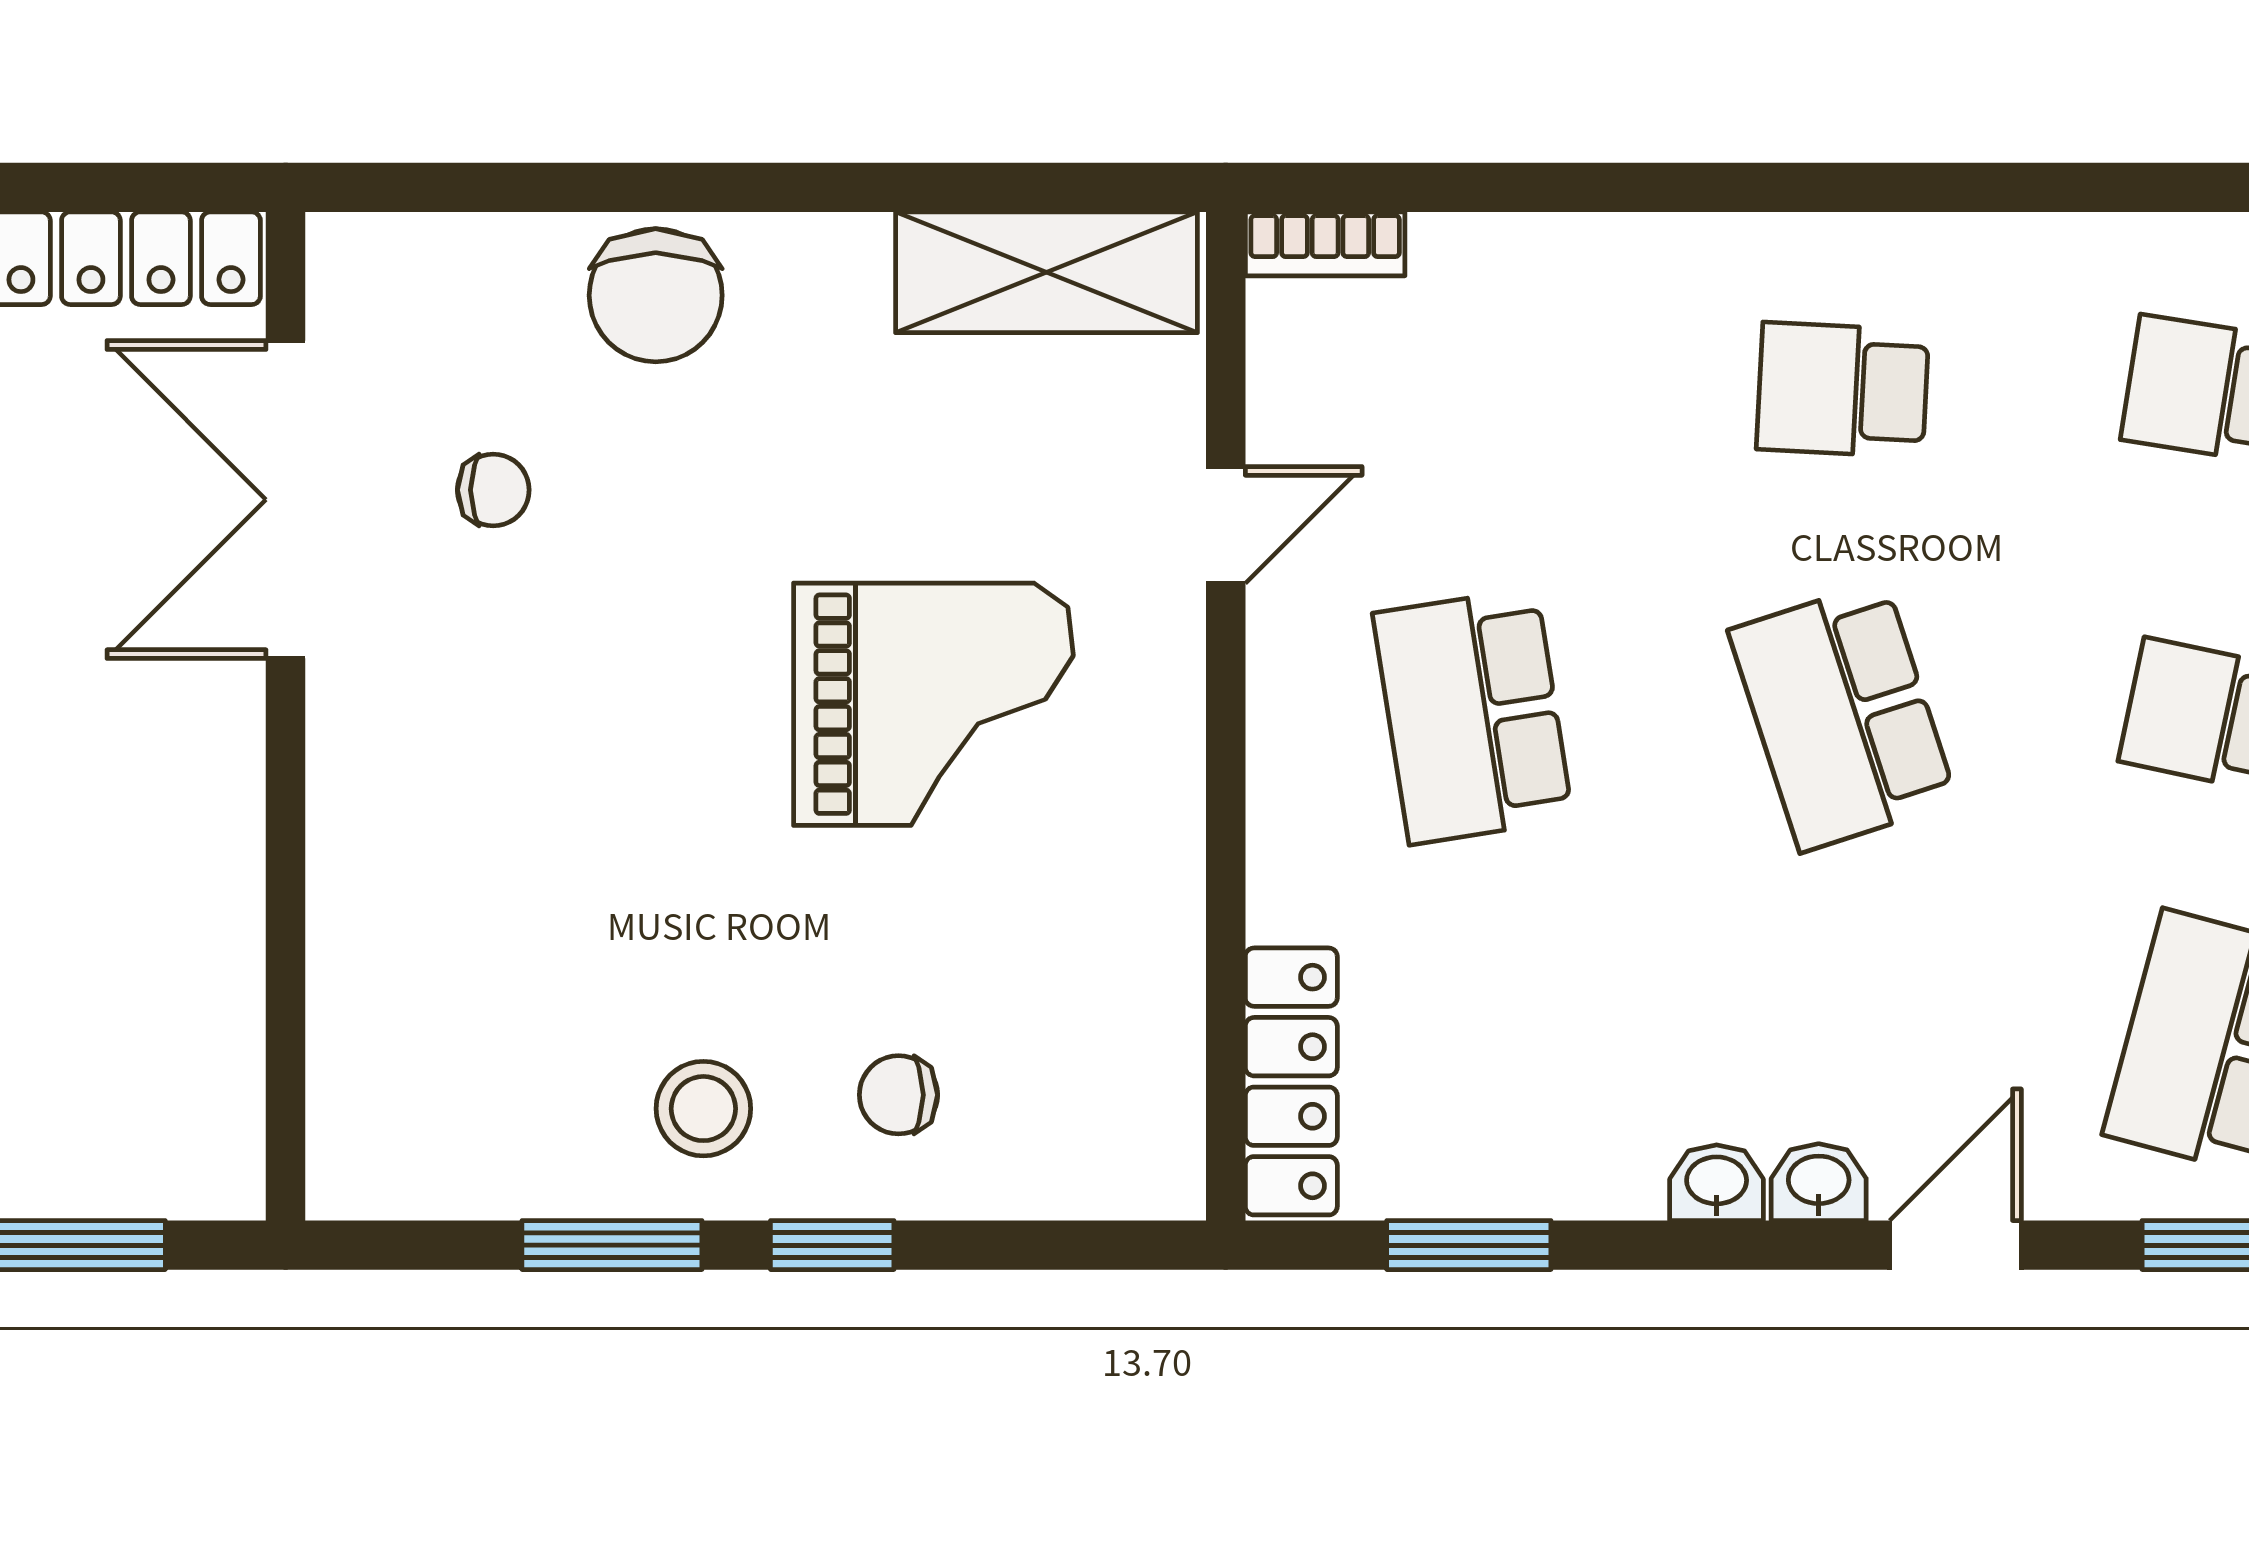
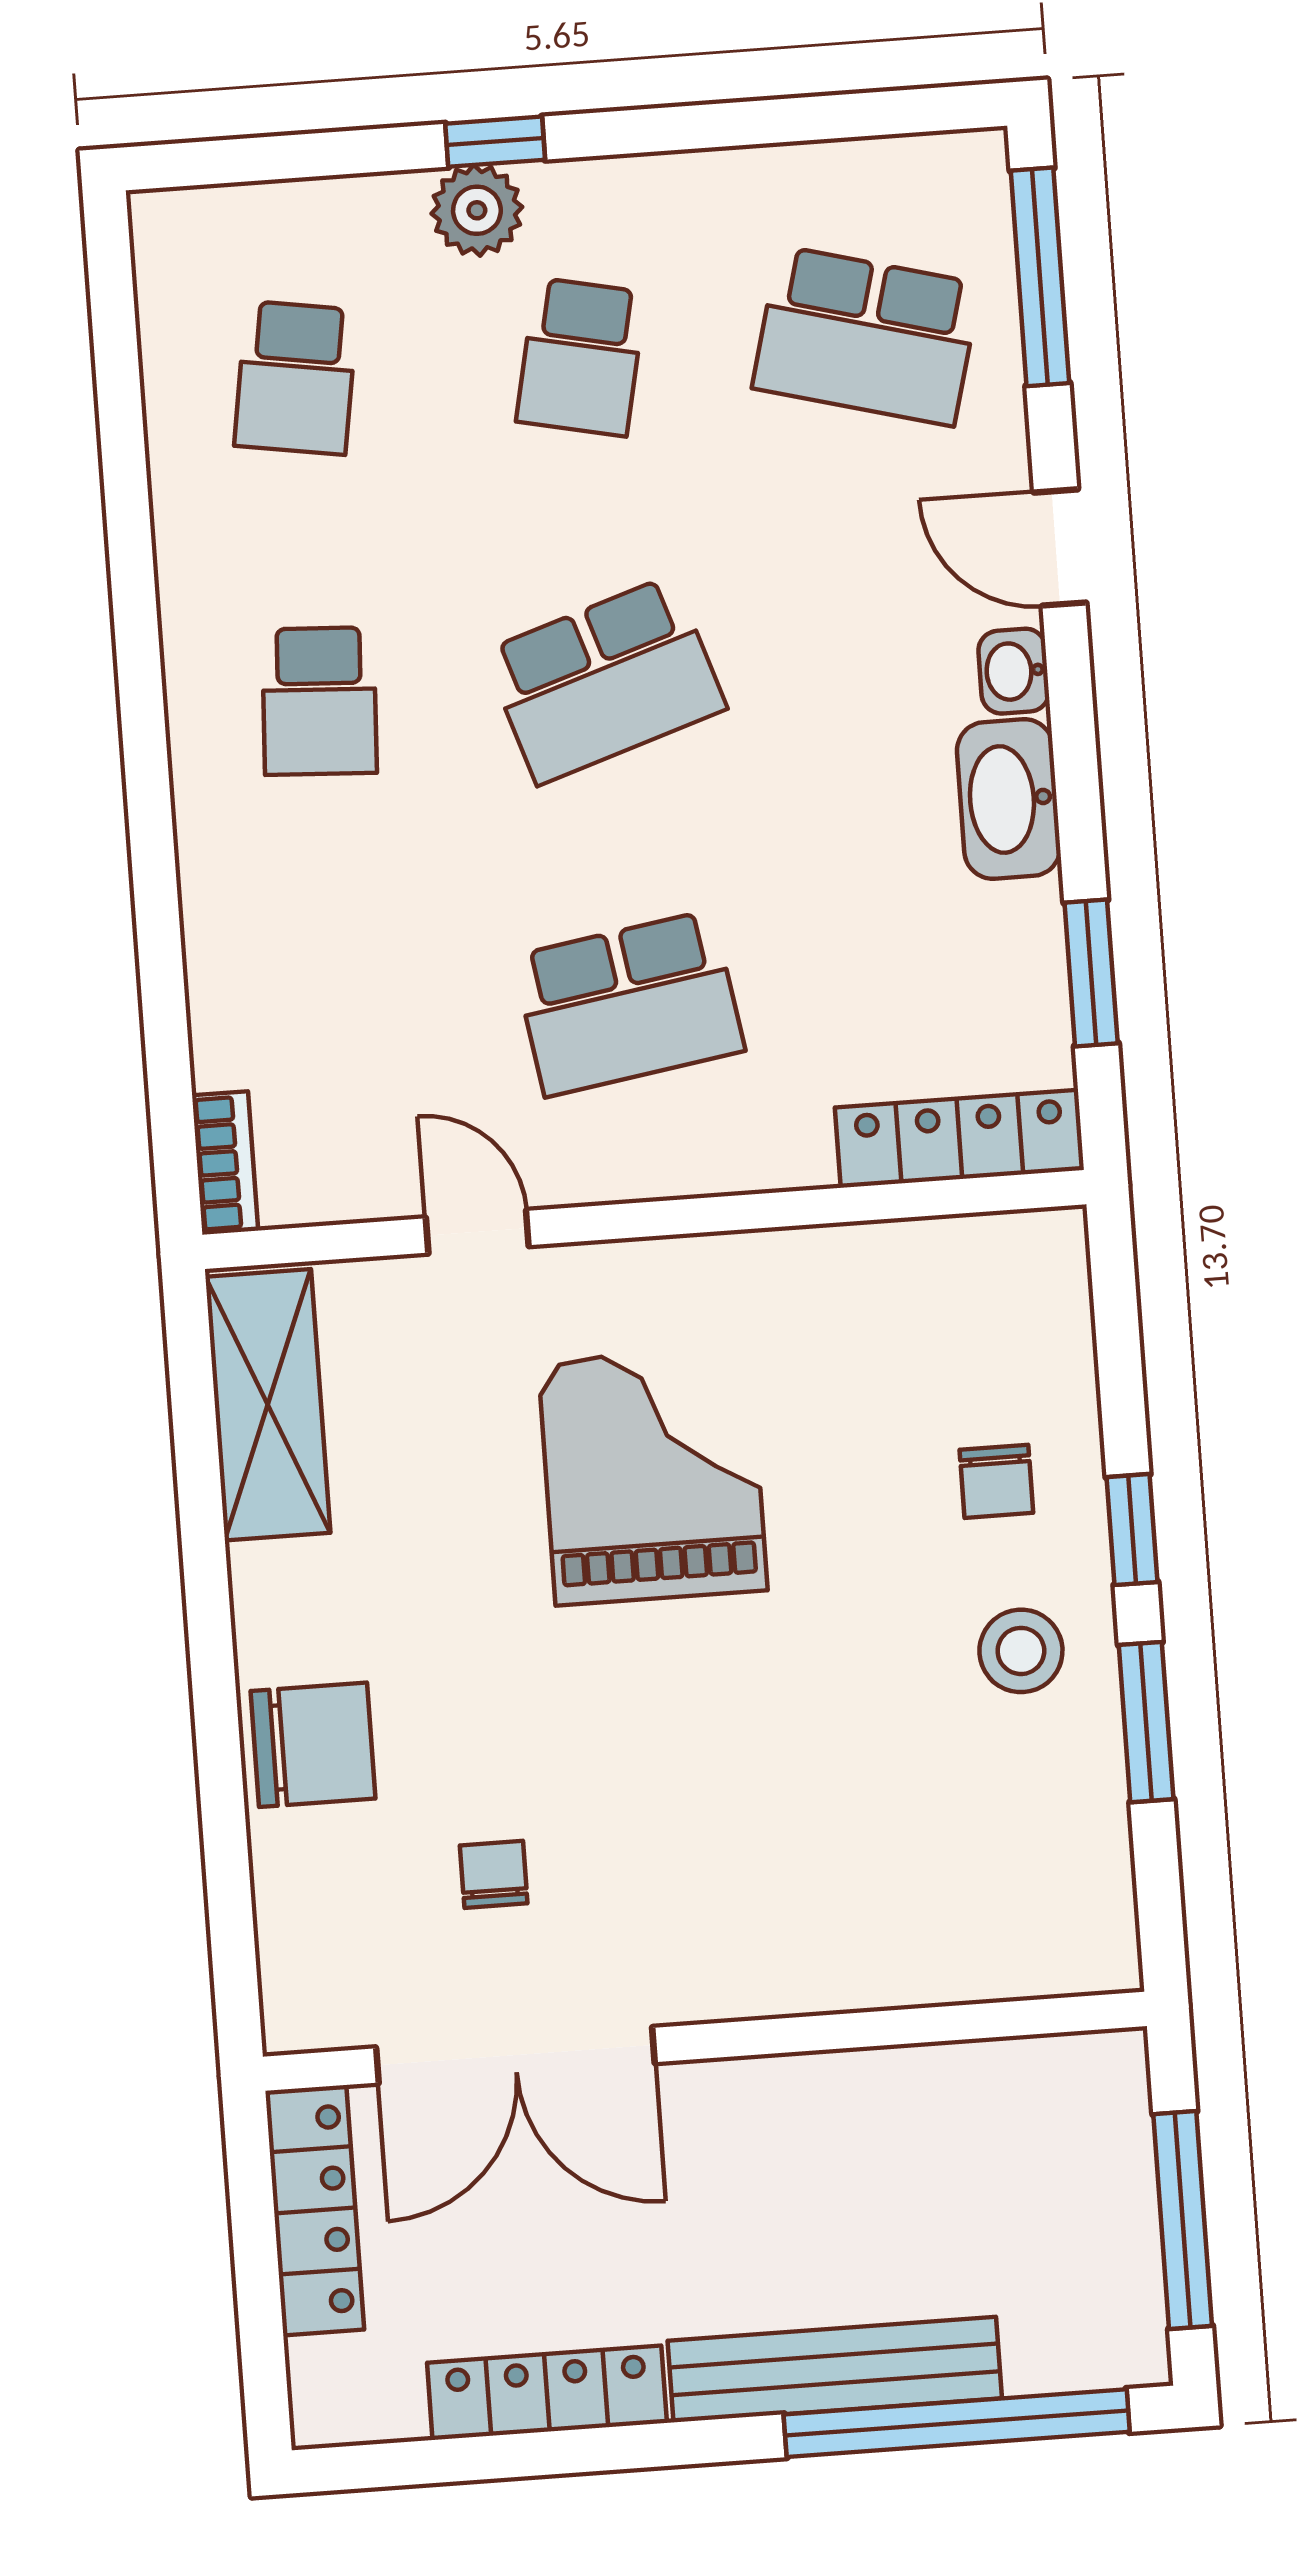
washbasin: (1717, 1183) -> (1009, 799), width x1.91, depth x1.45

